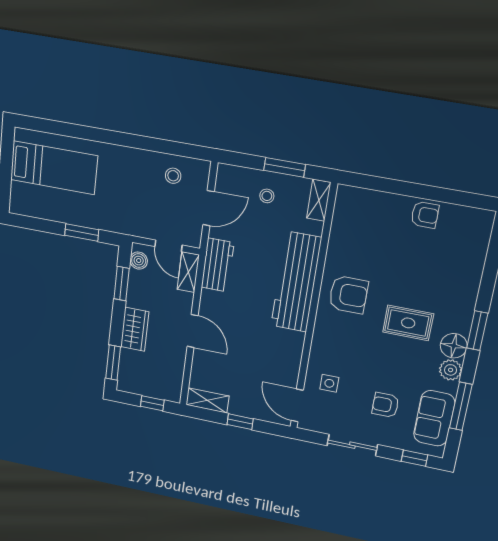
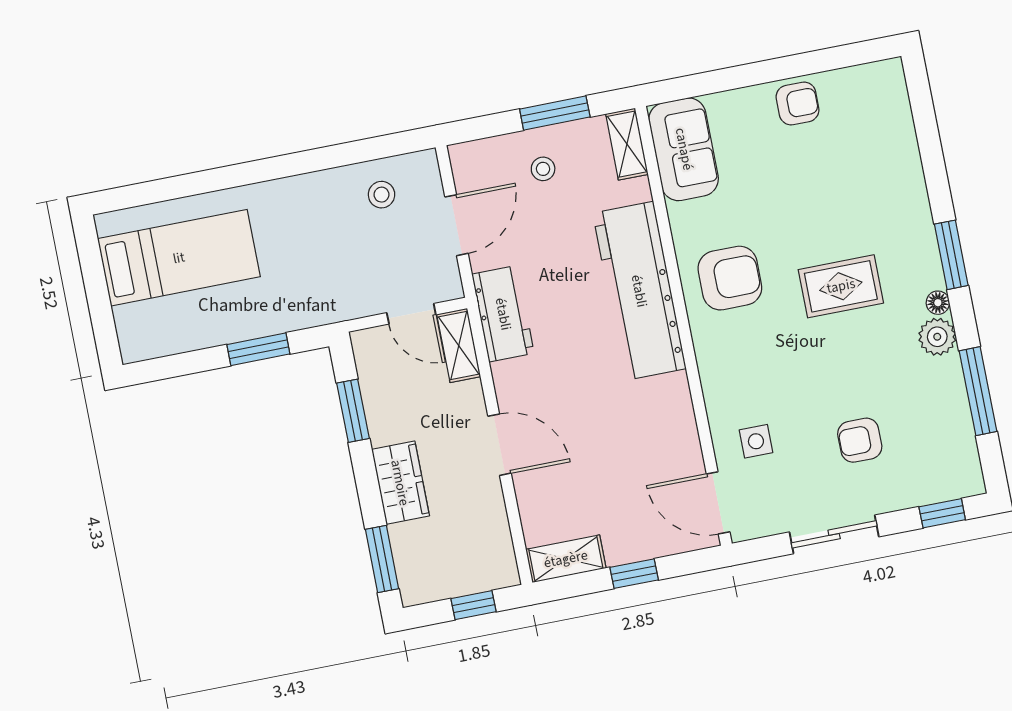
boiler: (139, 261) -> (370, 359), removed
floor lamp: (454, 346) -> (938, 303), width x0.53, depth x0.53
sofa: (434, 418) -> (684, 149), moved, turned 180

